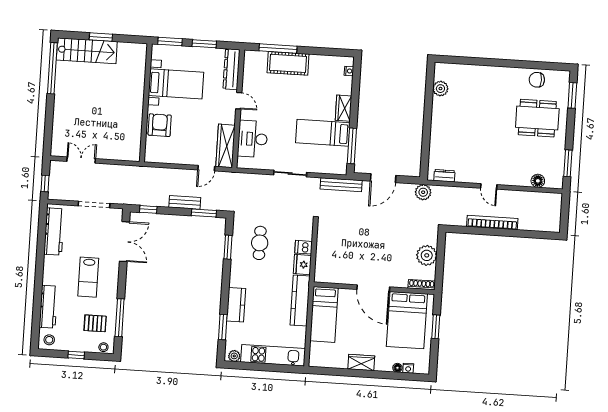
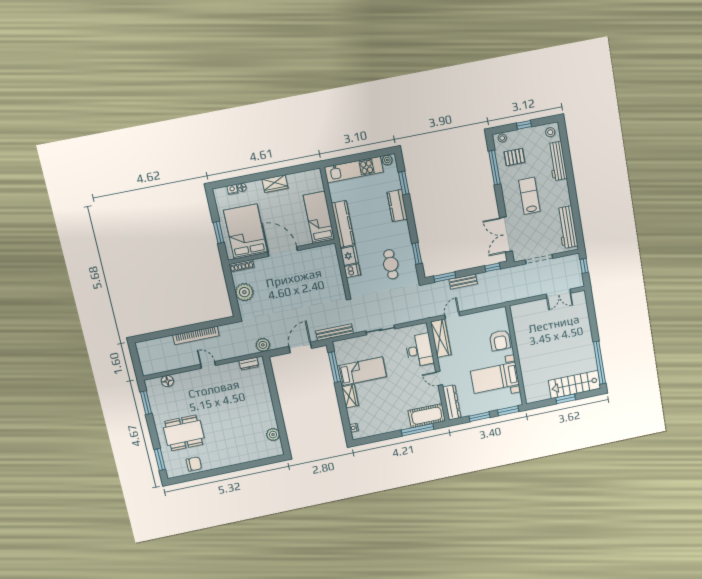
cot: (288, 63) -> (427, 416), moved

